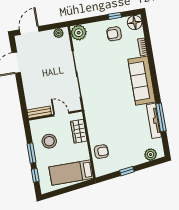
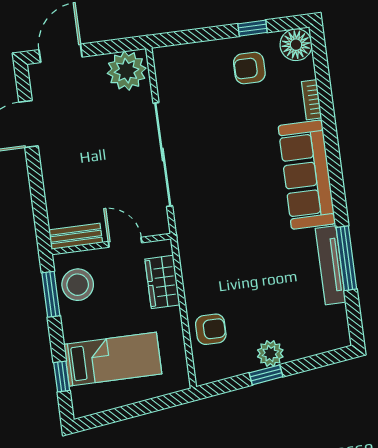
plant: (58, 33) -> (127, 71), width x1.87, depth x1.87
plant: (79, 33) -> (171, 62), removed
stool: (49, 141) -> (78, 285), moved
window: (31, 153) -> (51, 294), moved
plant: (151, 155) -> (270, 353), moved
bed: (71, 173) -> (113, 359), moved, turned 180

